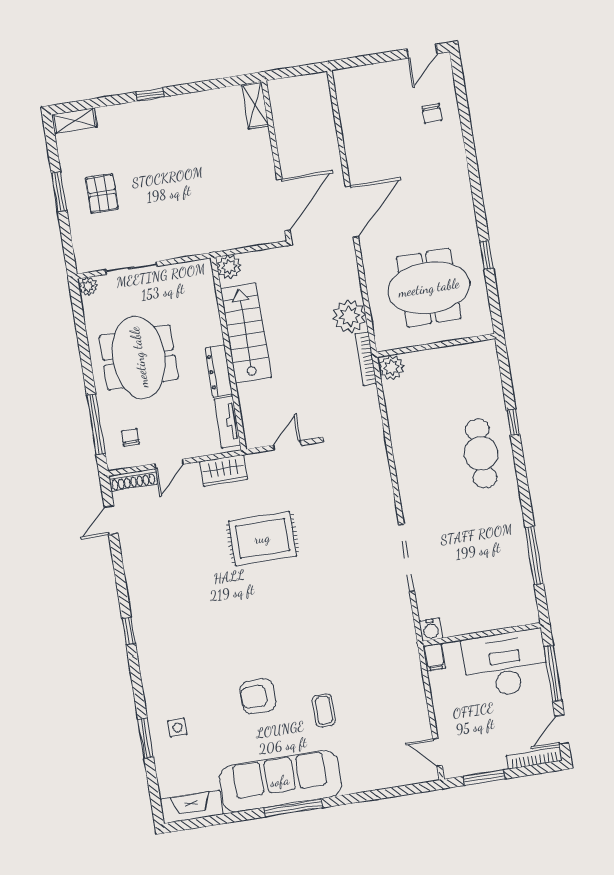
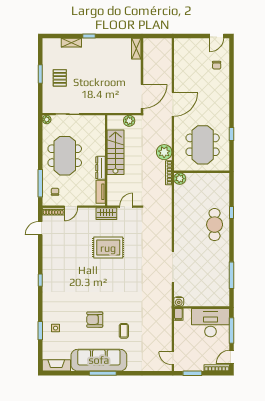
shelving: (74, 121) -> (71, 43), moved
plant: (229, 267) -> (129, 121), moved
meeting table: (429, 288) -> (203, 145), turned 90
wardrobe: (224, 471) -> (106, 214), moved

